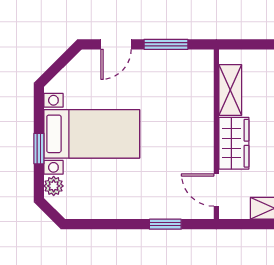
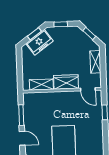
door: (216, 190) -> (88, 89), hinge flipped

